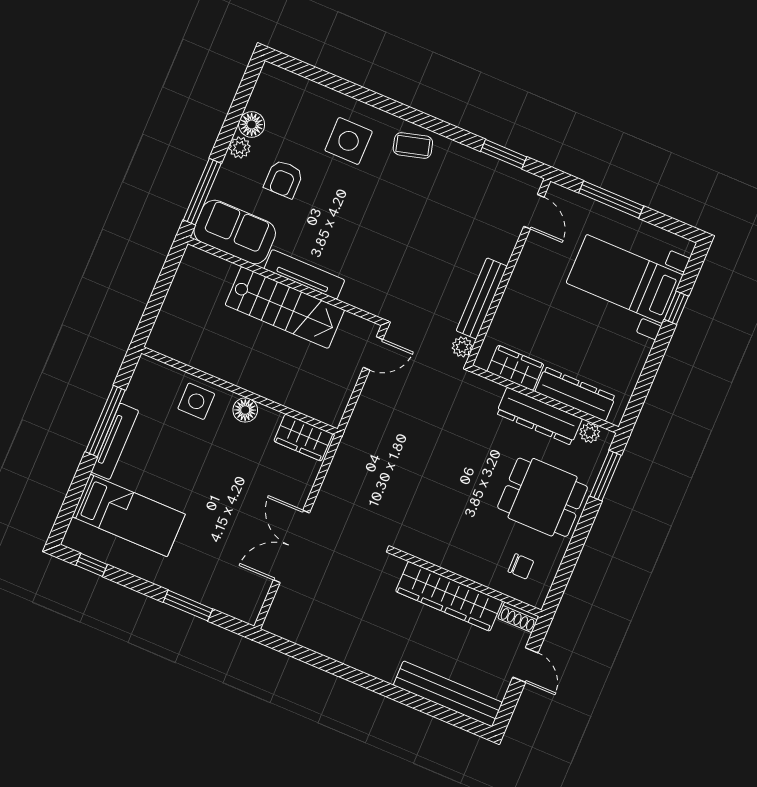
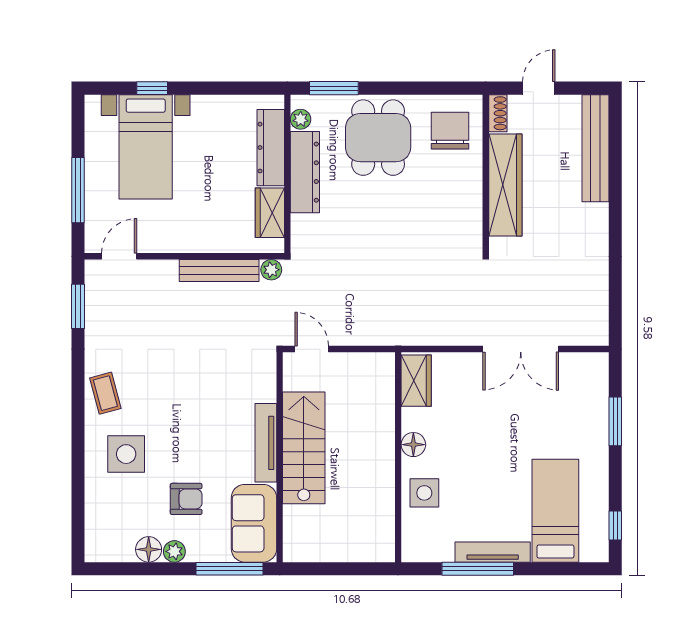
chair: (521, 566) -> (450, 131), width x1.87, depth x1.87

